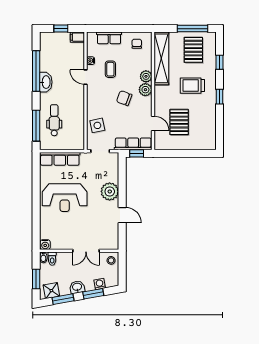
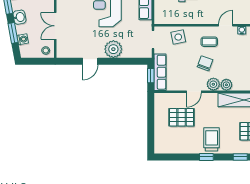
coffee table: (110, 69) -> (209, 42), moved
trolley: (192, 86) -> (212, 139), moved
door: (153, 123) -> (194, 92), moved

